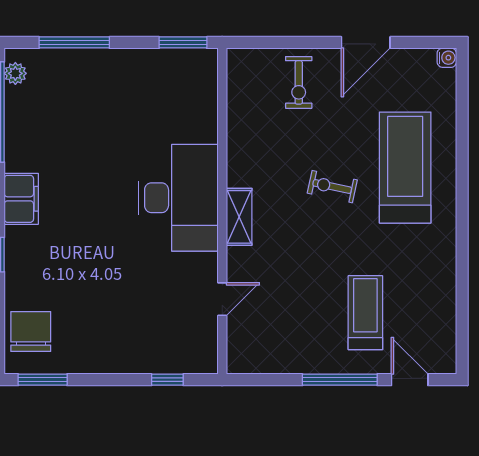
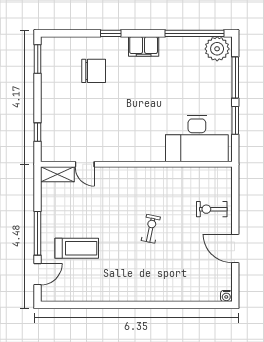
window: (183, 42) -> (235, 120), moved
plant: (15, 73) -> (217, 49), width x1.88, depth x1.88
treadmill: (405, 168) -> (162, 272), removed
desk: (178, 198) -> (197, 138), moved
shelving: (239, 217) -> (57, 174), moved
chair: (31, 332) -> (94, 71), moved

